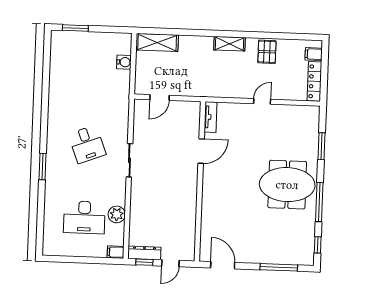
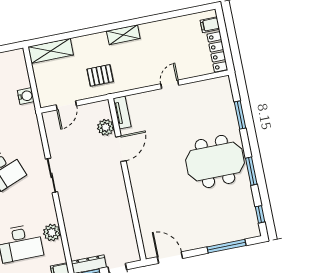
pallet: (267, 52) -> (100, 75), moved, turned 90
water cooler: (124, 62) -> (26, 96), moved
plant: (192, 127) -> (106, 127), added
window: (319, 202) -> (251, 171), width x0.69

